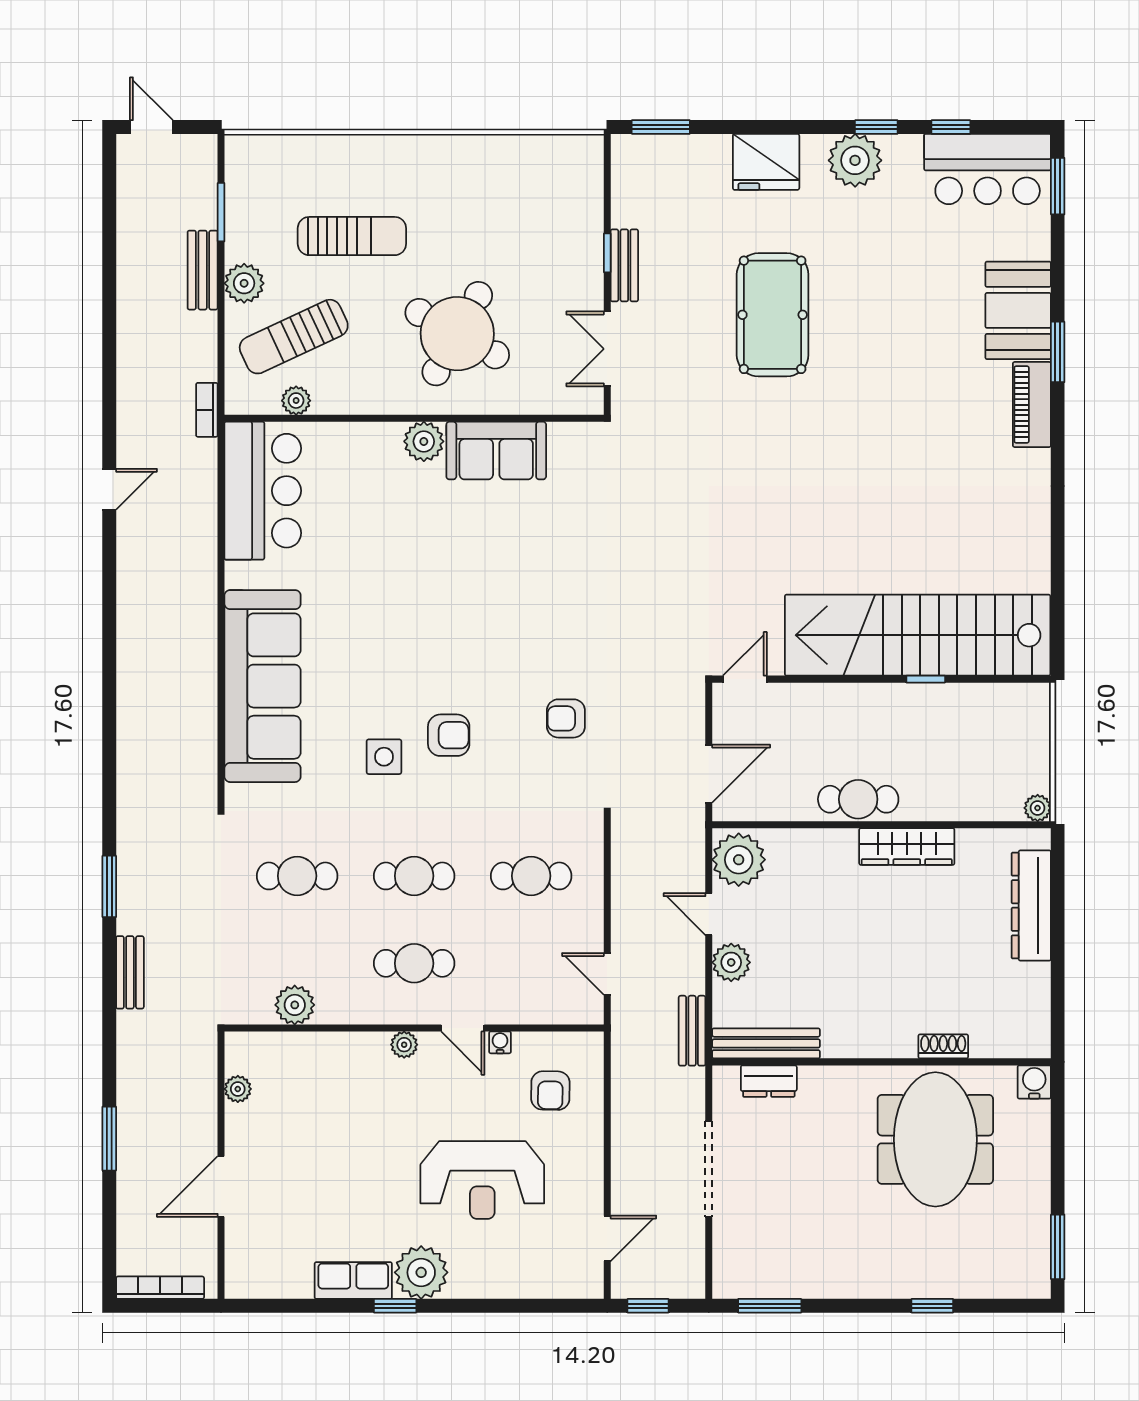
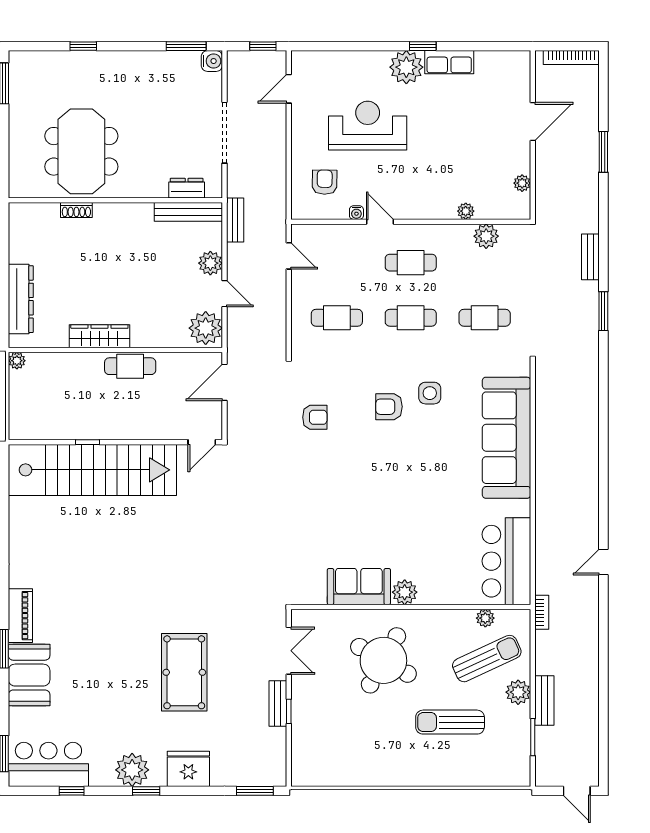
window: (876, 127) -> (146, 791), moved
plant: (404, 1045) -> (466, 211), moved
water cooler: (1034, 1082) -> (212, 61), moved, turned -90

